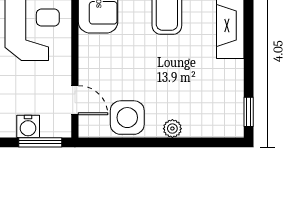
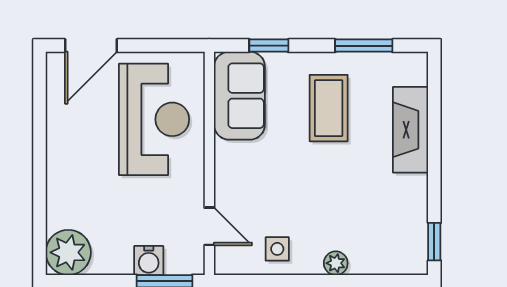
side table: (127, 118) -> (277, 249), width x0.54, depth x0.54

